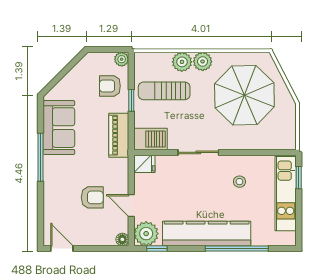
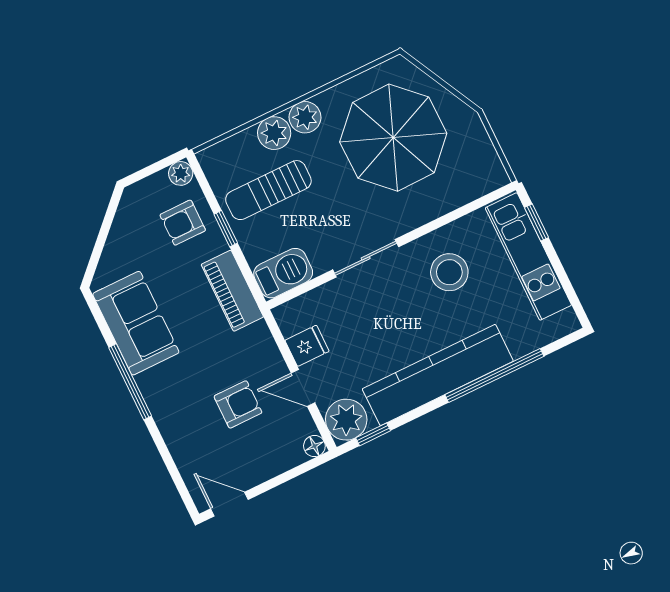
fridge: (144, 164) -> (307, 346), moved
stool: (239, 182) -> (449, 272), width x1.89, depth x1.89

